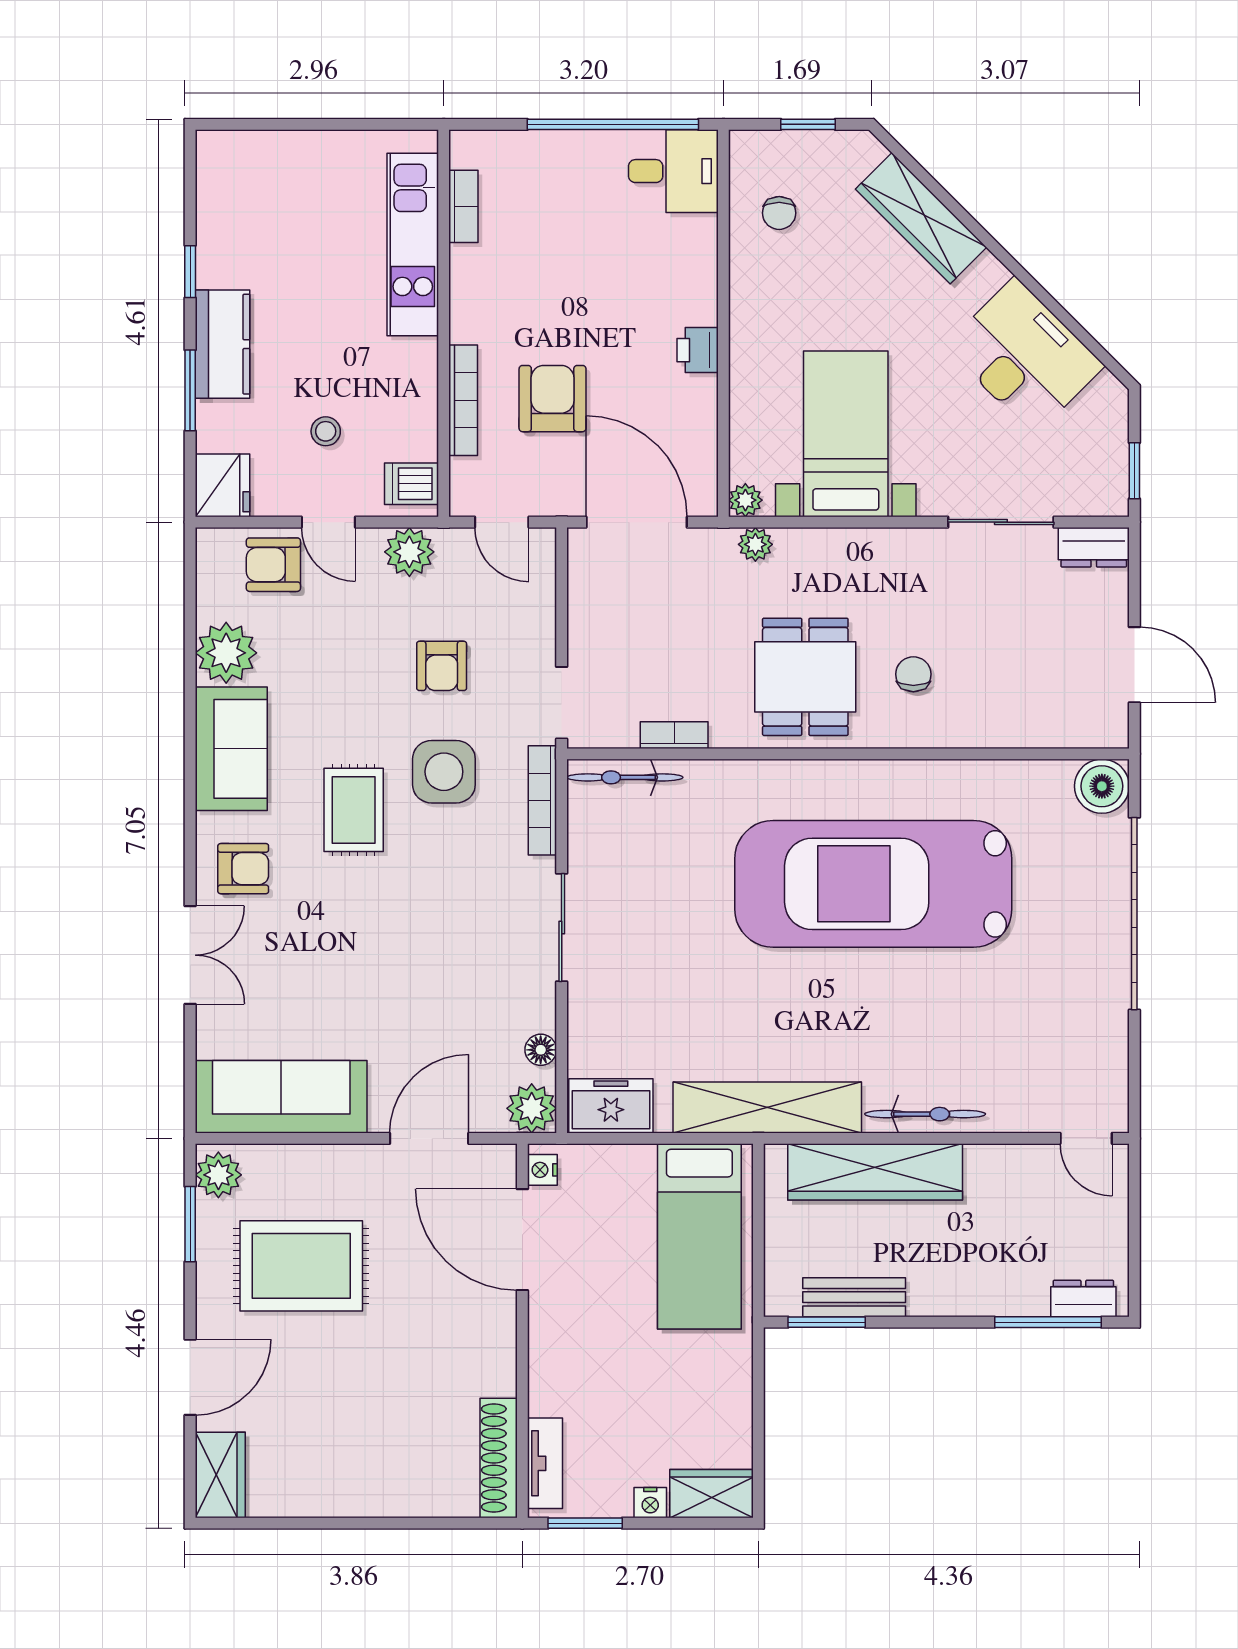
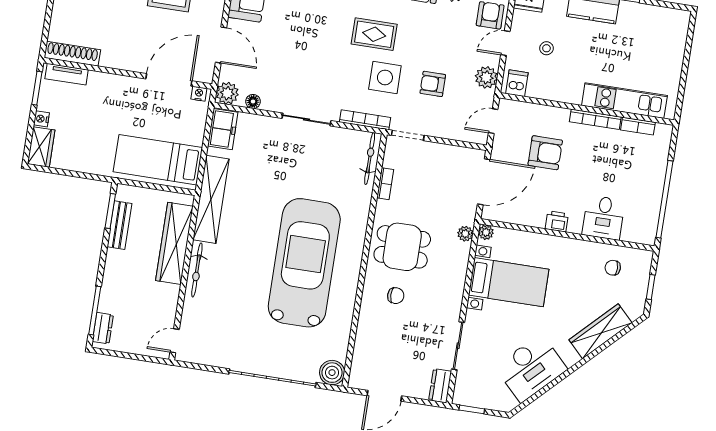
desk: (673, 171) -> (603, 218), moved
bookcase: (463, 400) -> (595, 119), moved

